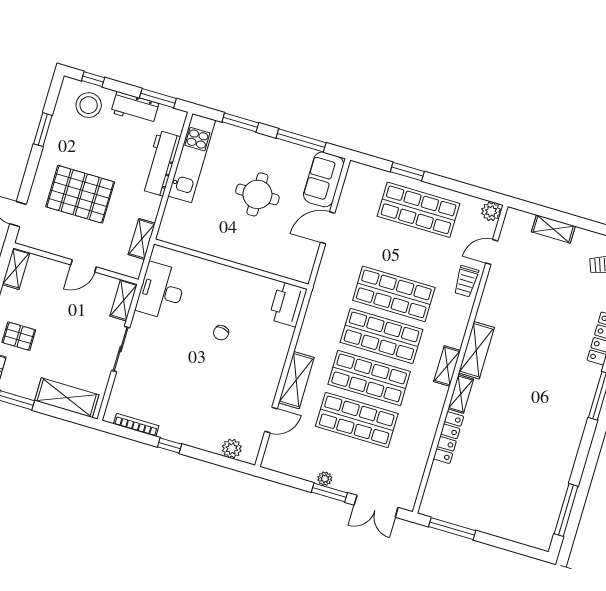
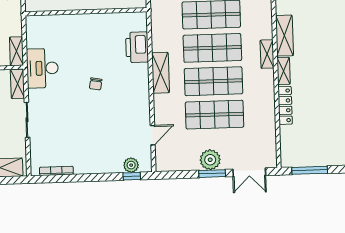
shelving: (142, 239) -> (16, 51), moved
wall: (231, 264) -> (86, 12), moved
shelving: (296, 380) -> (160, 73), moved
window: (170, 445) -> (132, 176), moved
plant: (325, 479) -> (210, 160), width x1.88, depth x1.88

